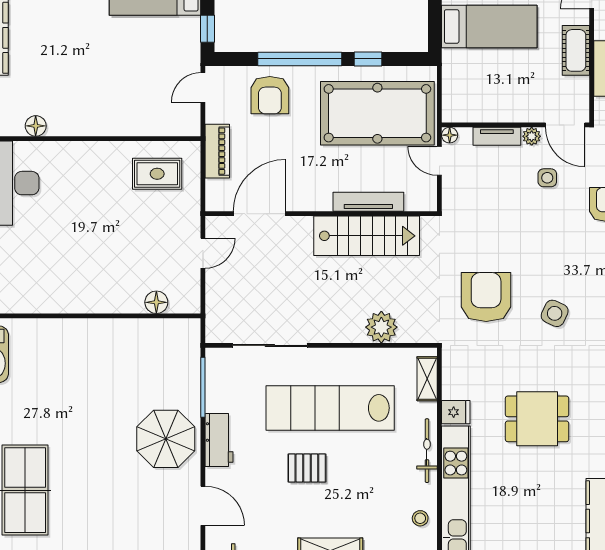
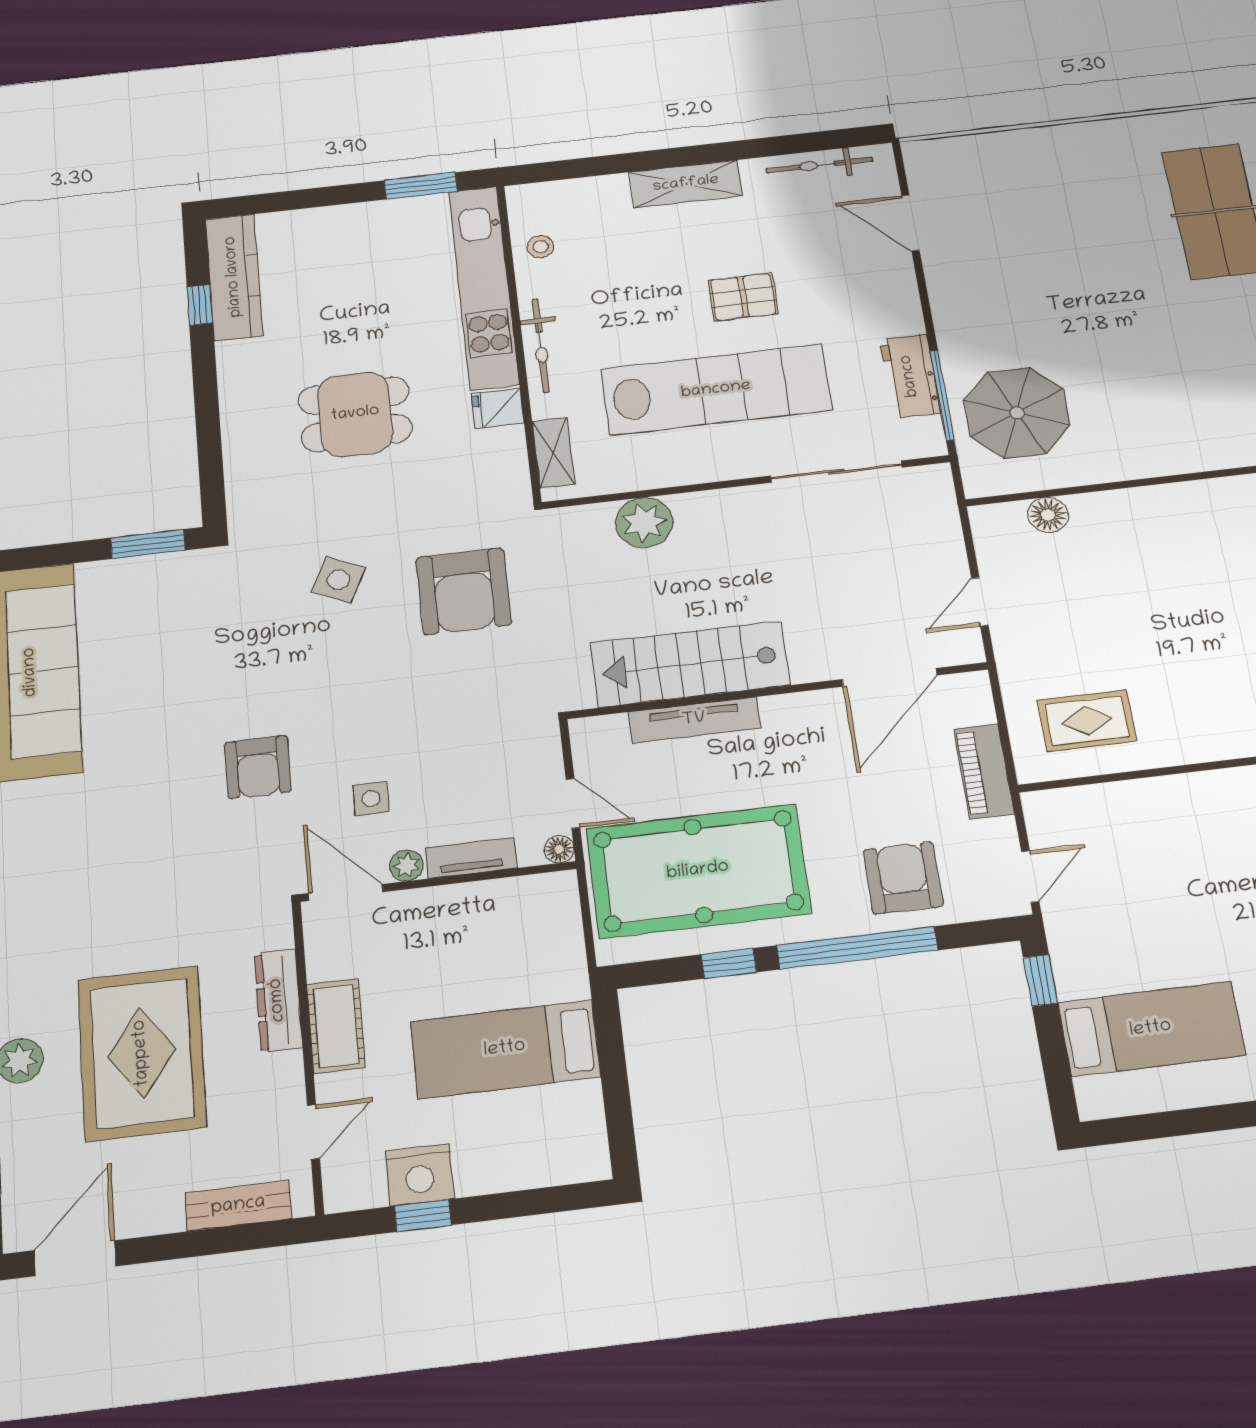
parasol: (166, 439) -> (1017, 413), moved
workbench: (219, 440) -> (910, 376), moved

